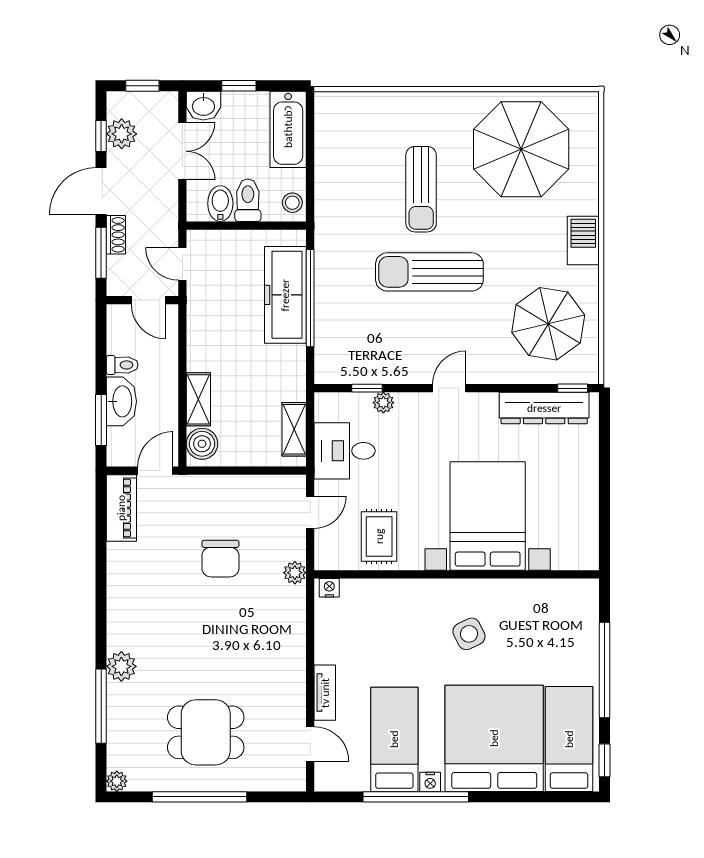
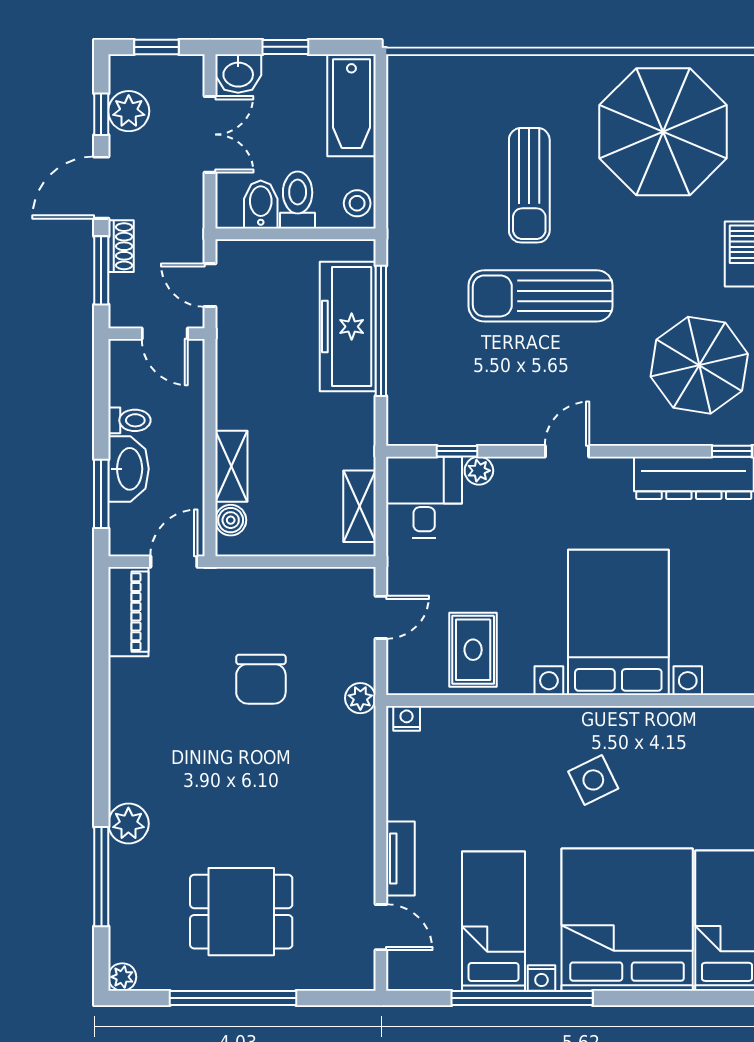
boiler: (202, 444) -> (231, 520), width x0.73, depth x0.73
desk: (345, 451) -> (424, 497), moved, turned 90

